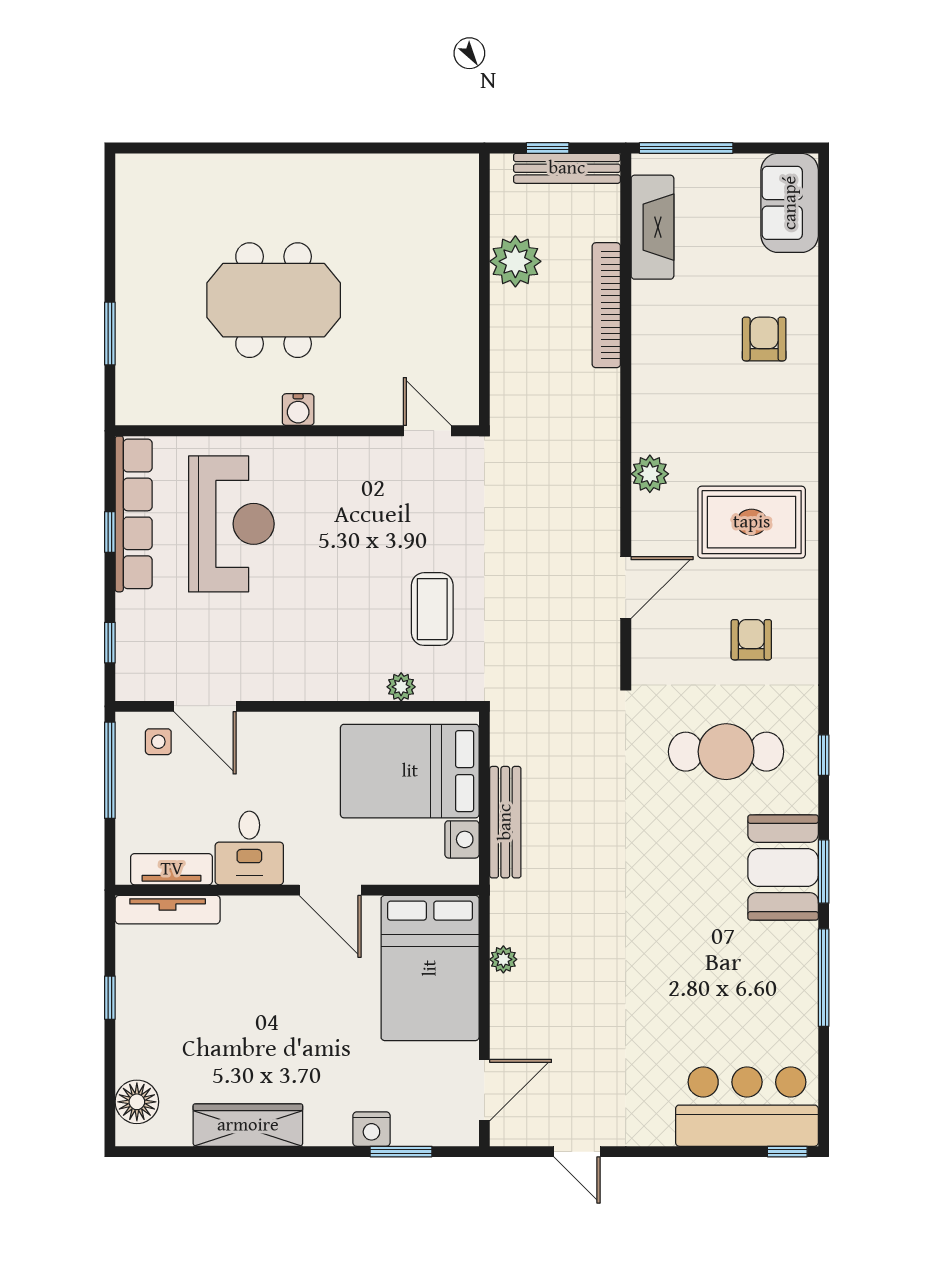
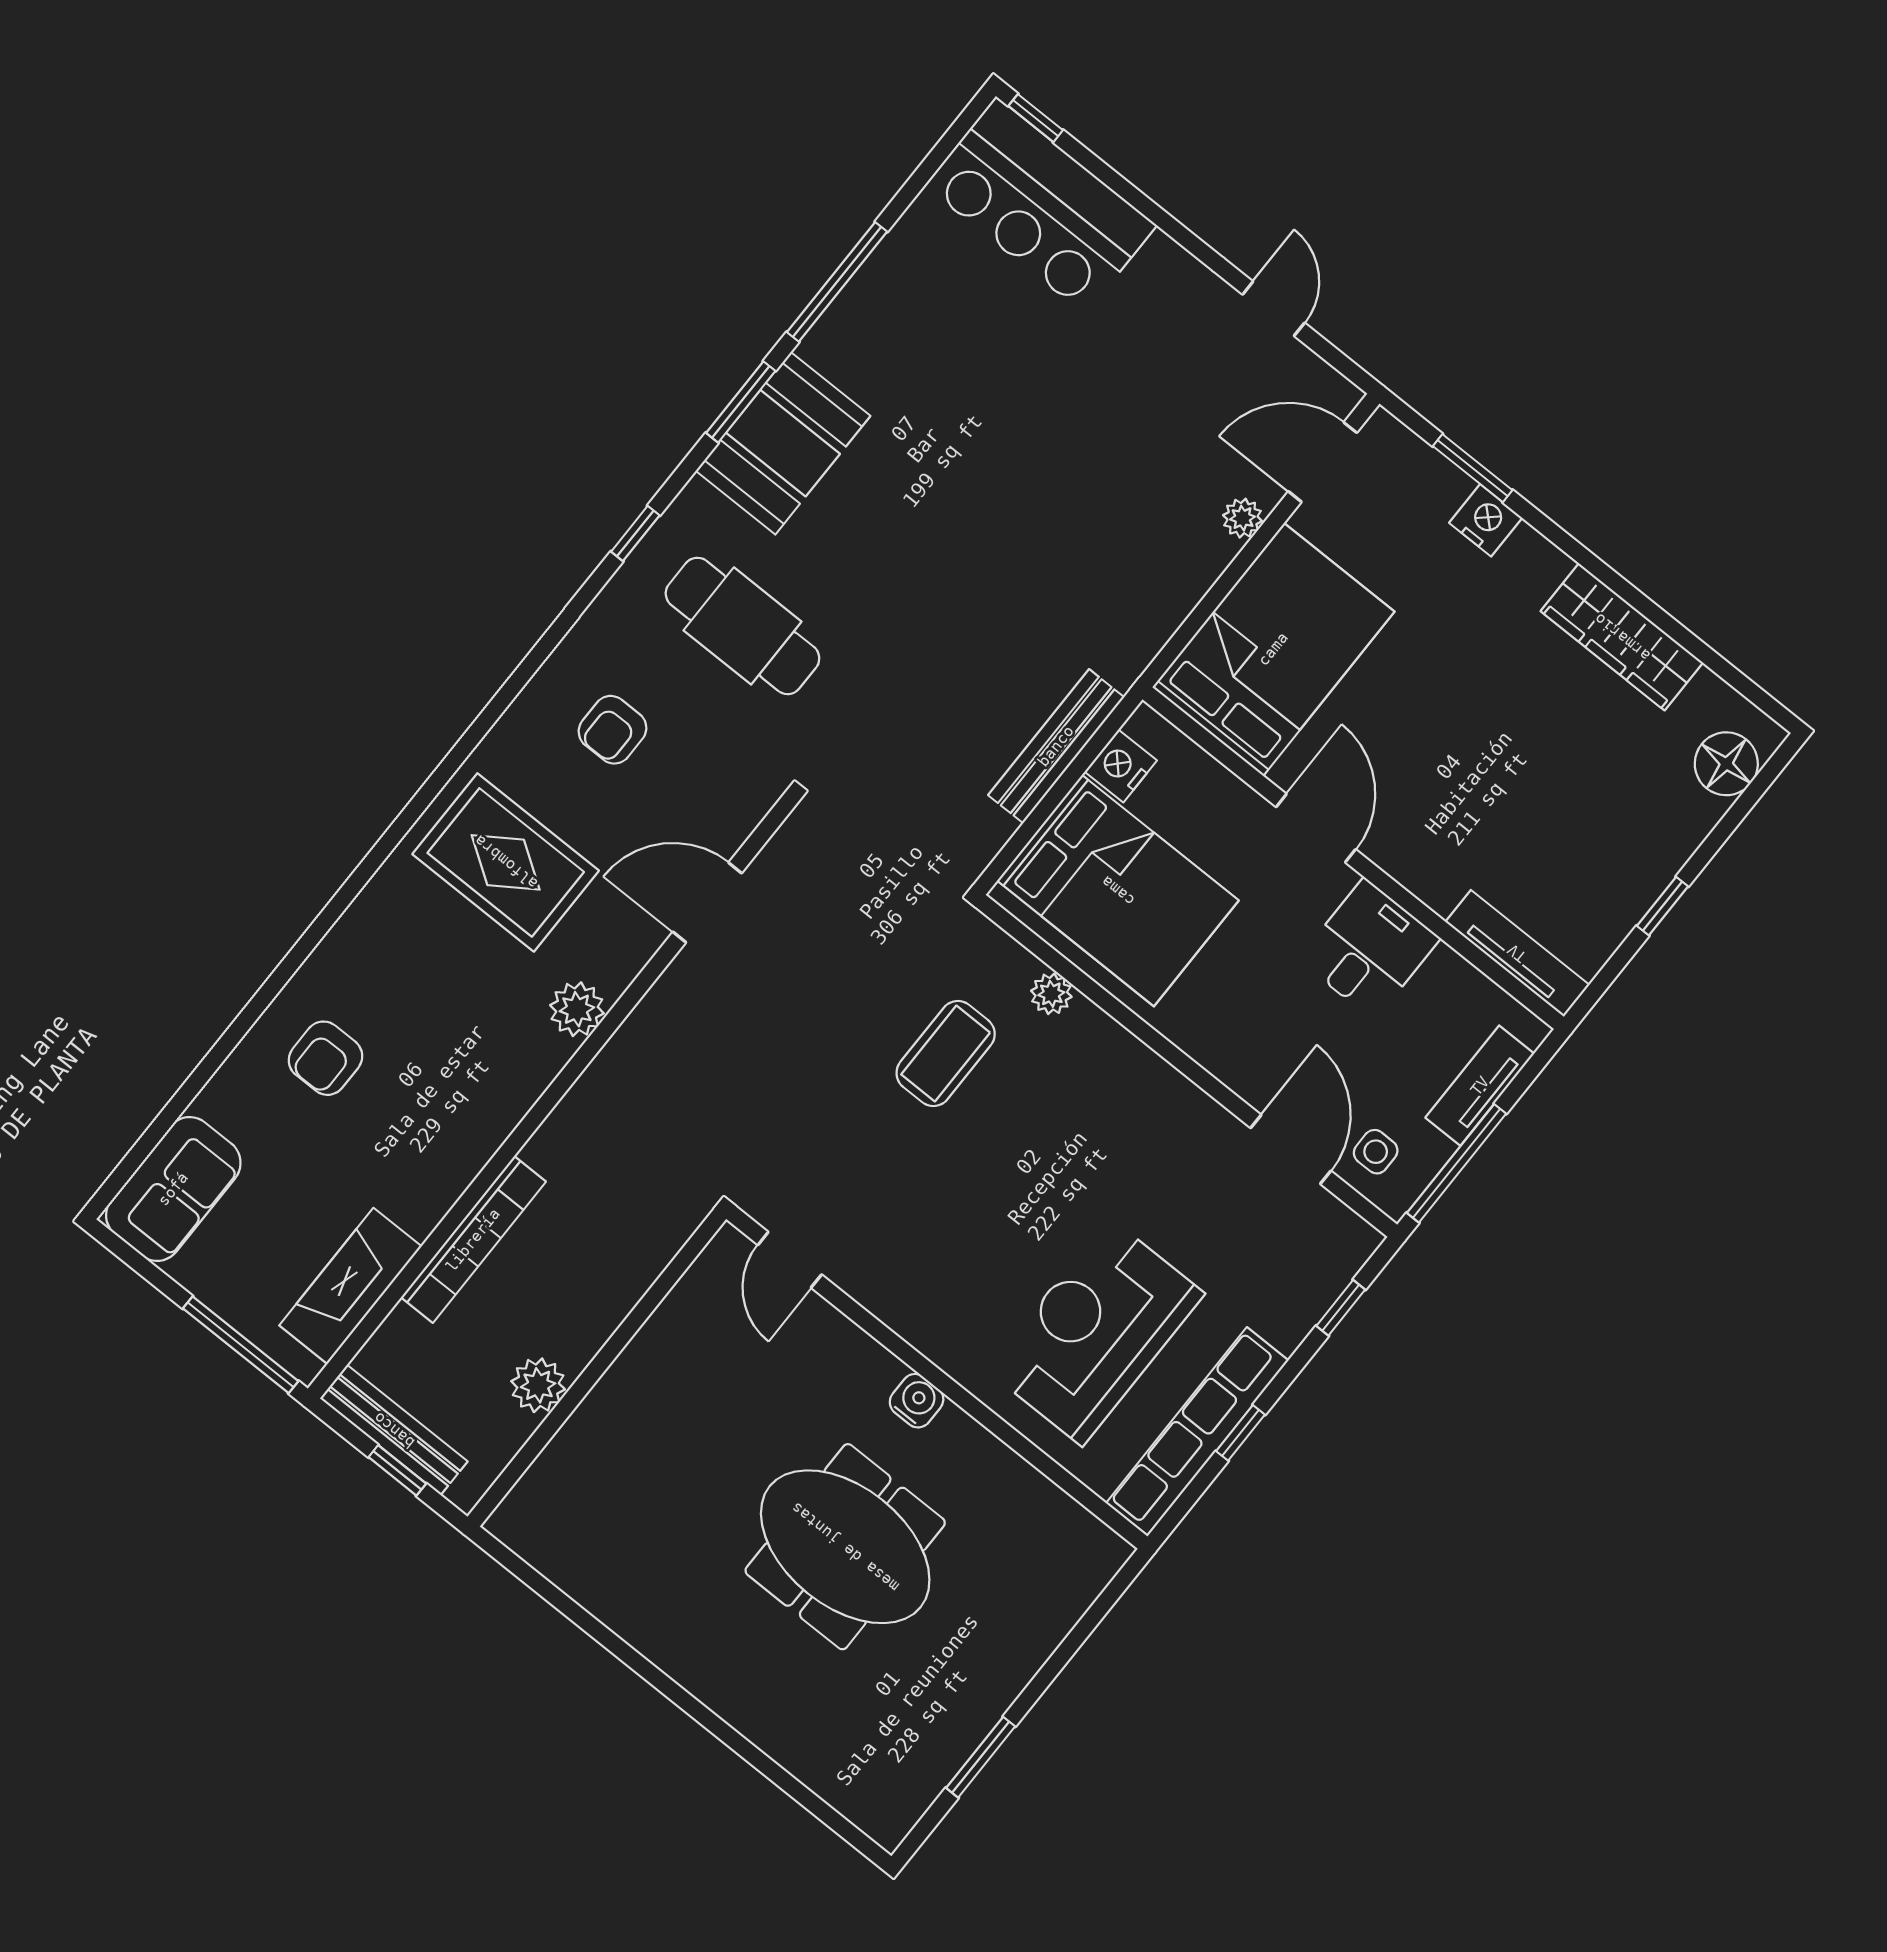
plant: (515, 261) -> (538, 1385), width x0.73, depth x0.73
window: (110, 334) -> (981, 1757), moved
tv unit: (172, 869) -> (1480, 1086), moved, turned 90
plant: (503, 959) -> (1243, 518), moved

